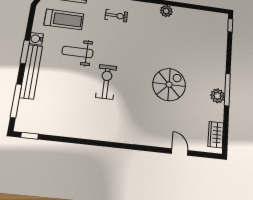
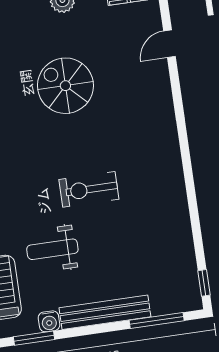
window: (25, 52) -> (34, 338), moved
weight bench: (78, 52) -> (52, 249), turned 90

